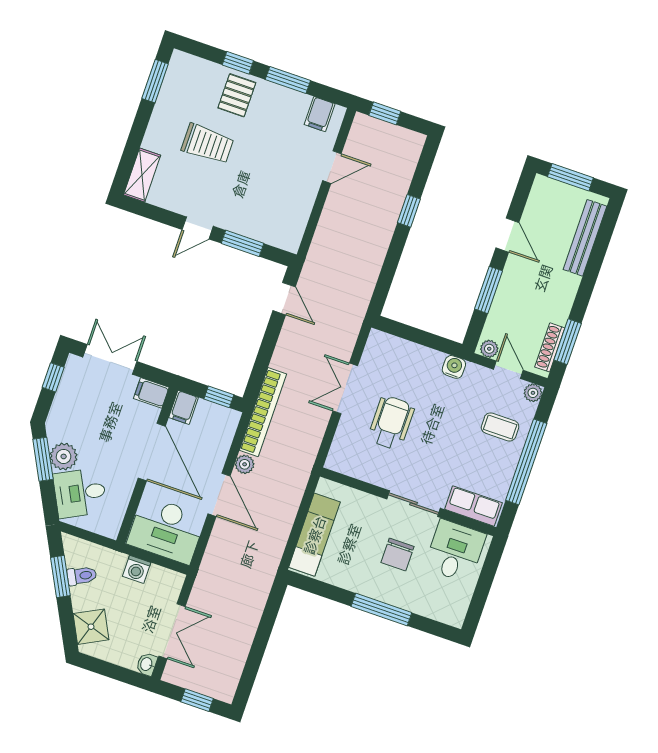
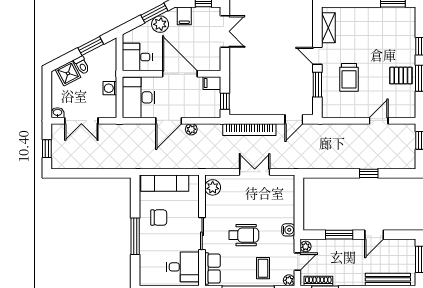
pallet: (237, 95) -> (401, 76), moved
filing cabinet: (320, 114) -> (406, 103), removed
trolley: (208, 144) -> (349, 77), moved
door: (332, 167) -> (379, 121), swing flipped
shelving: (142, 175) -> (328, 28), moved, turned 90
filing cabinet: (151, 393) -> (184, 16), moved, turned 180
bookcase: (263, 412) -> (249, 130), moved
wheelchair: (391, 423) -> (244, 235), moved
door: (152, 452) -> (180, 74), swing flipped
plant: (347, 462) -> (213, 187), added
desk: (80, 493) -> (137, 57), moved, turned -63
chair: (397, 555) -> (159, 218), moved, turned 180
toilet: (82, 576) -> (82, 65), moved

